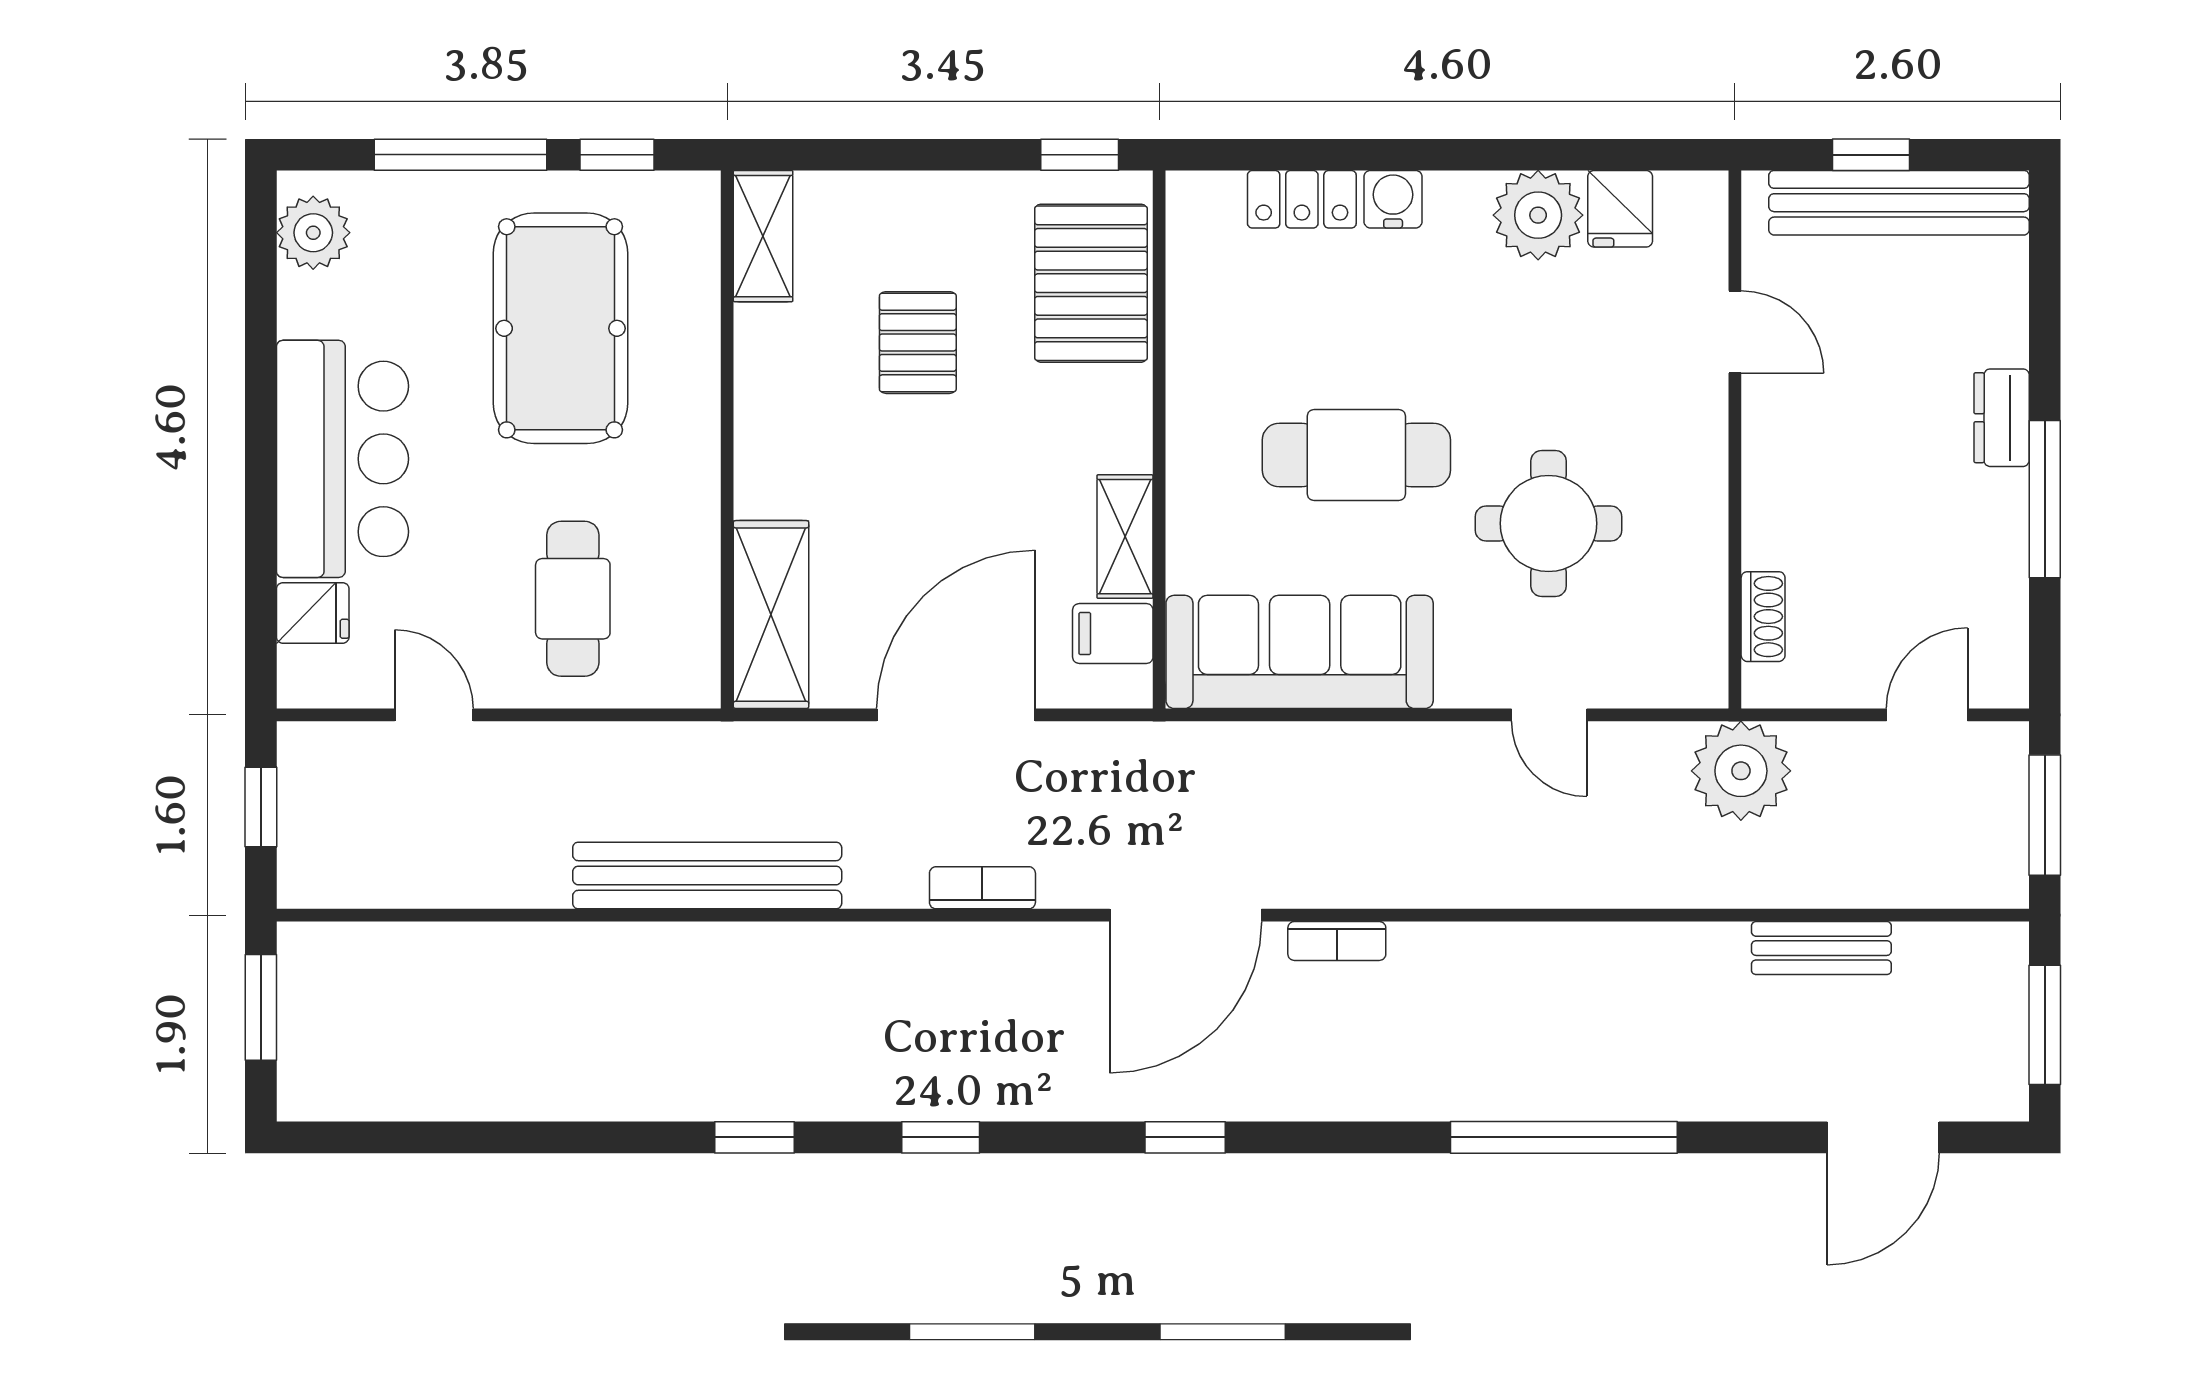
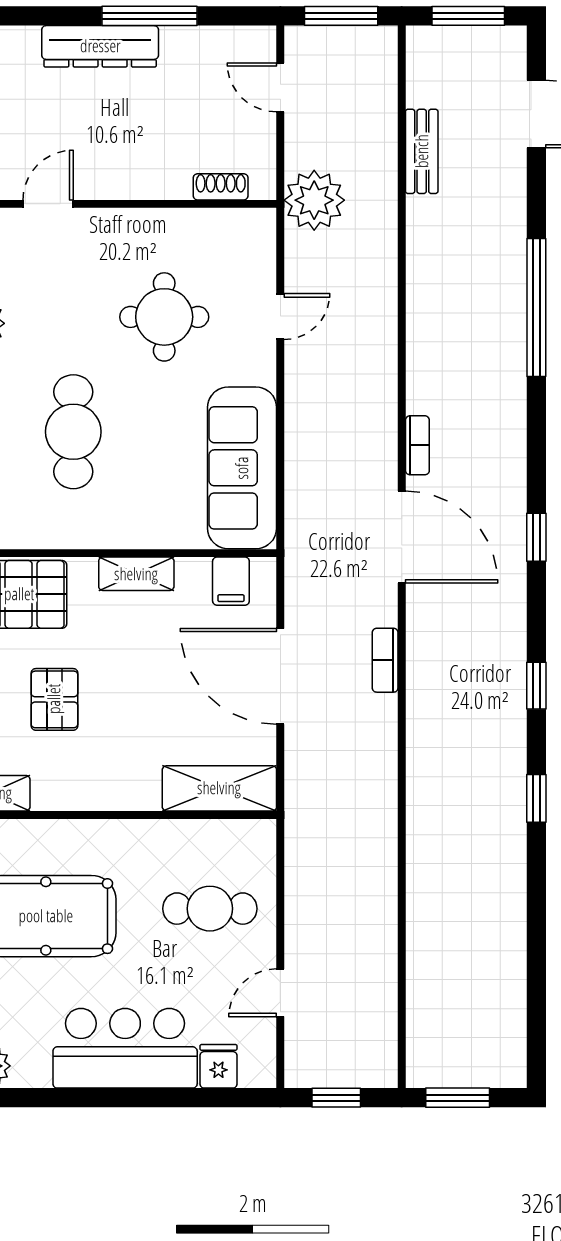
pallet: (918, 343) -> (54, 699), turned 90
dresser: (2002, 418) -> (100, 46), width x1.96, depth x1.24
cafe table: (1356, 455) -> (73, 432), moved
shelving: (1125, 537) -> (136, 574), moved
bench: (707, 875) -> (378, 827), removed

